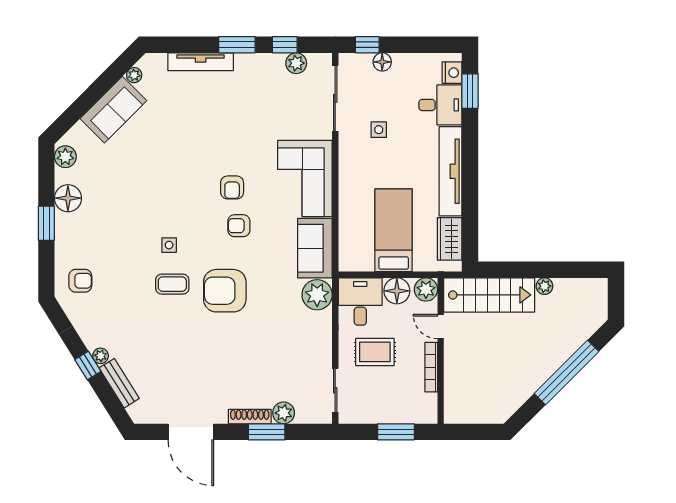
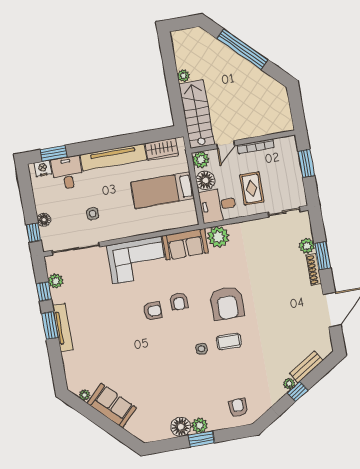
tv unit: (201, 62) -> (63, 328), moved
plant: (65, 157) -> (200, 425), moved
coffee table: (172, 284) -> (229, 342), turned 90

